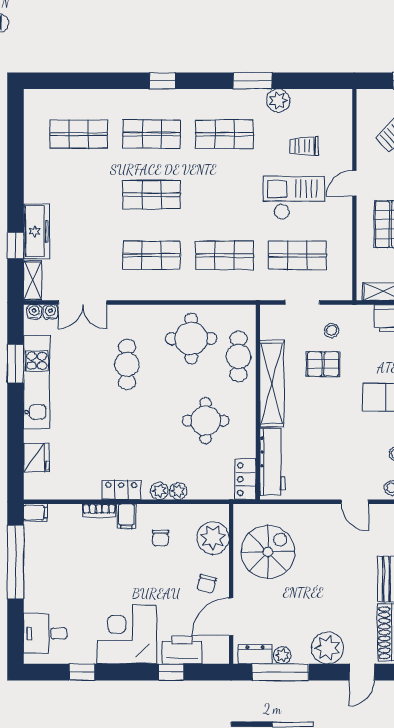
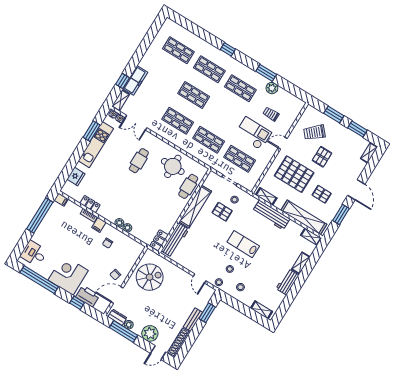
round table: (206, 421) -> (157, 205), removed
locker: (121, 490) -> (90, 204), moved
plant: (213, 538) -> (130, 257), removed
window: (82, 672) -> (39, 280), width x3.17

